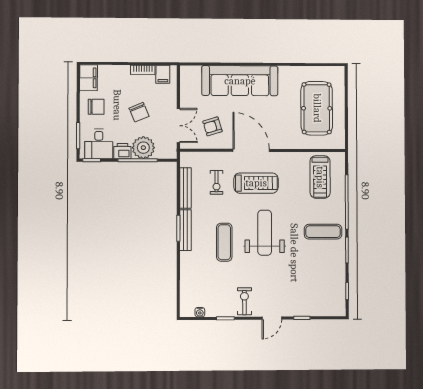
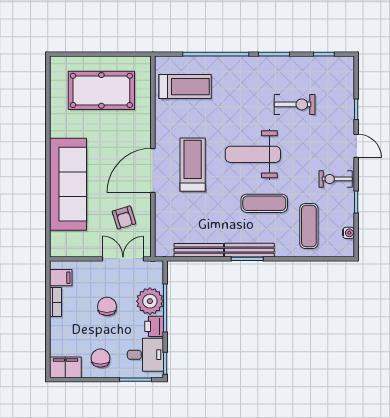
chair: (139, 112) -> (107, 306), turned -67
exercise bike: (217, 182) -> (295, 104), moved, width x1.38, depth x1.39
exercise mat: (323, 232) -> (309, 226), moved

